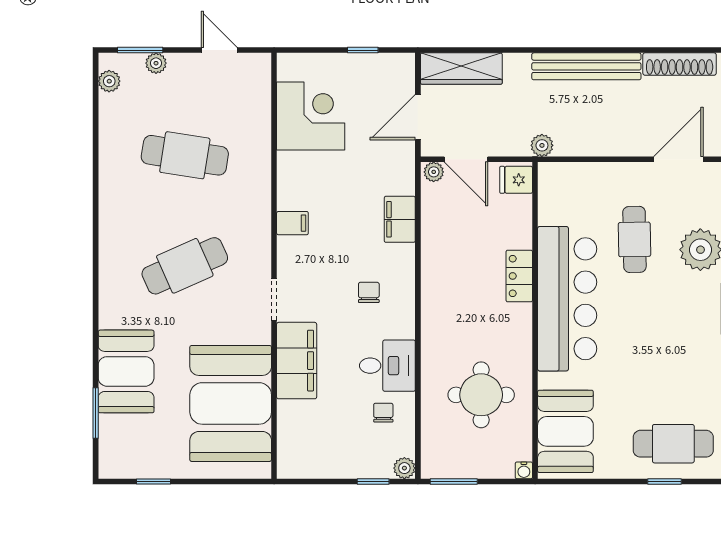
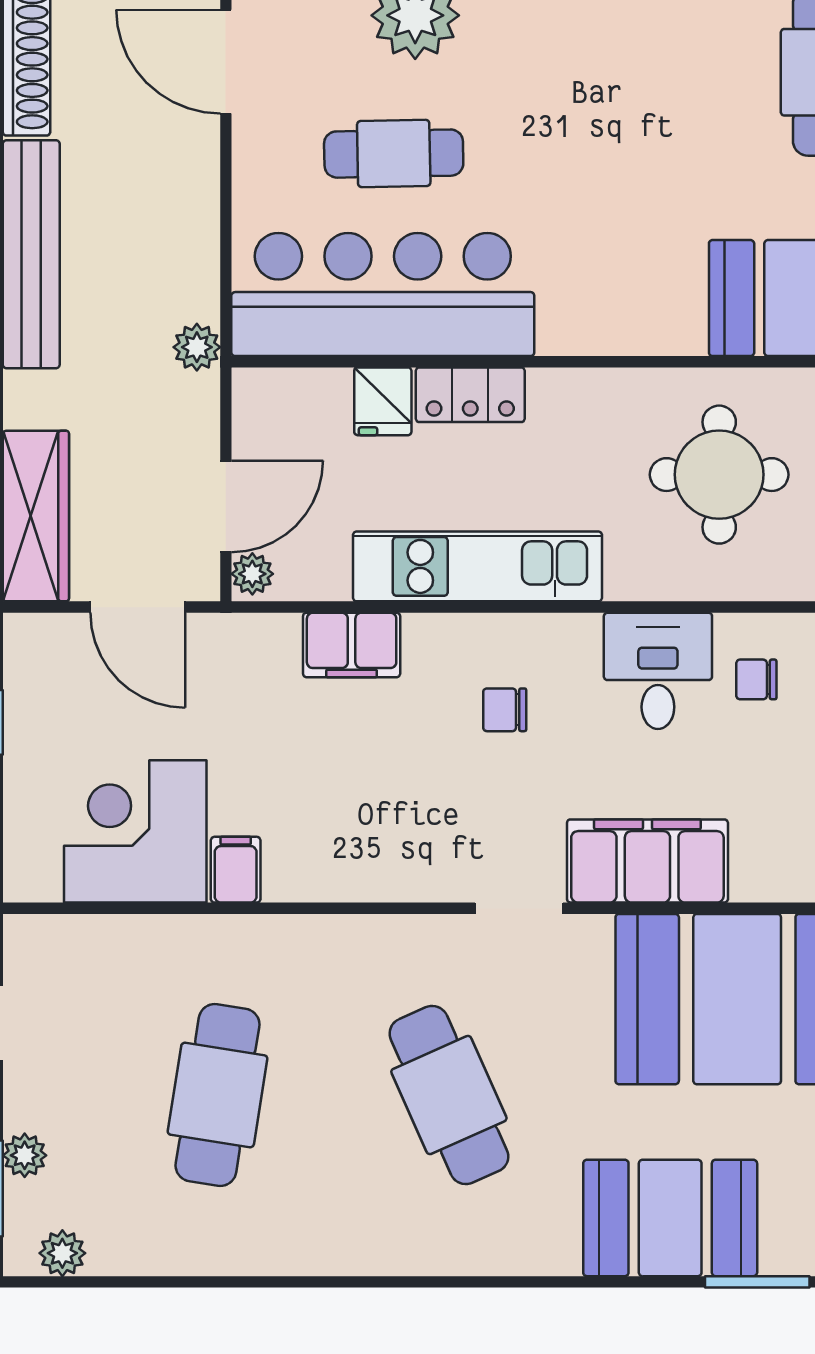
fridge: (516, 180) -> (383, 401), moved
filing cabinet: (292, 223) -> (236, 870), moved
kitchen unit: (437, 279) -> (477, 566), added
bar counter: (567, 299) -> (383, 294), moved

